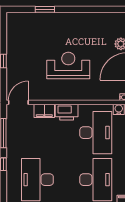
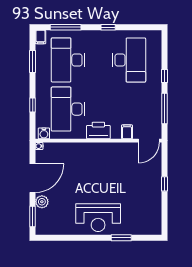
reception desk: (68, 65) -> (98, 218), moved
filing cabinet: (44, 111) -> (127, 132), width x0.50

